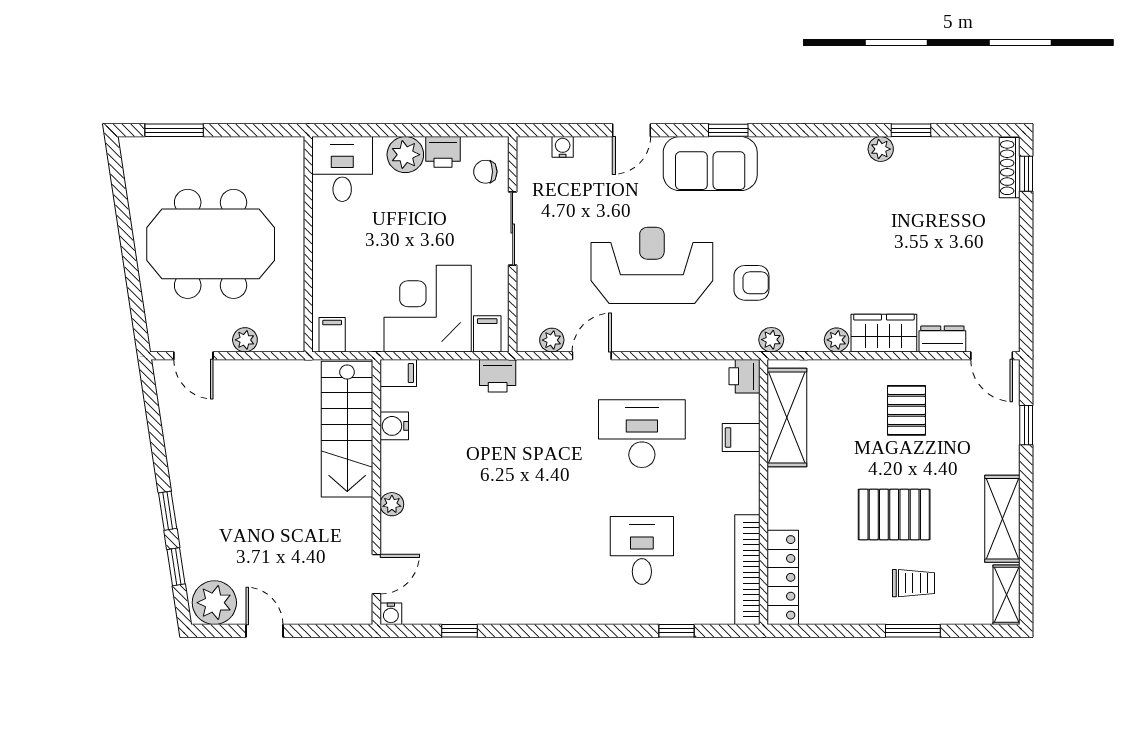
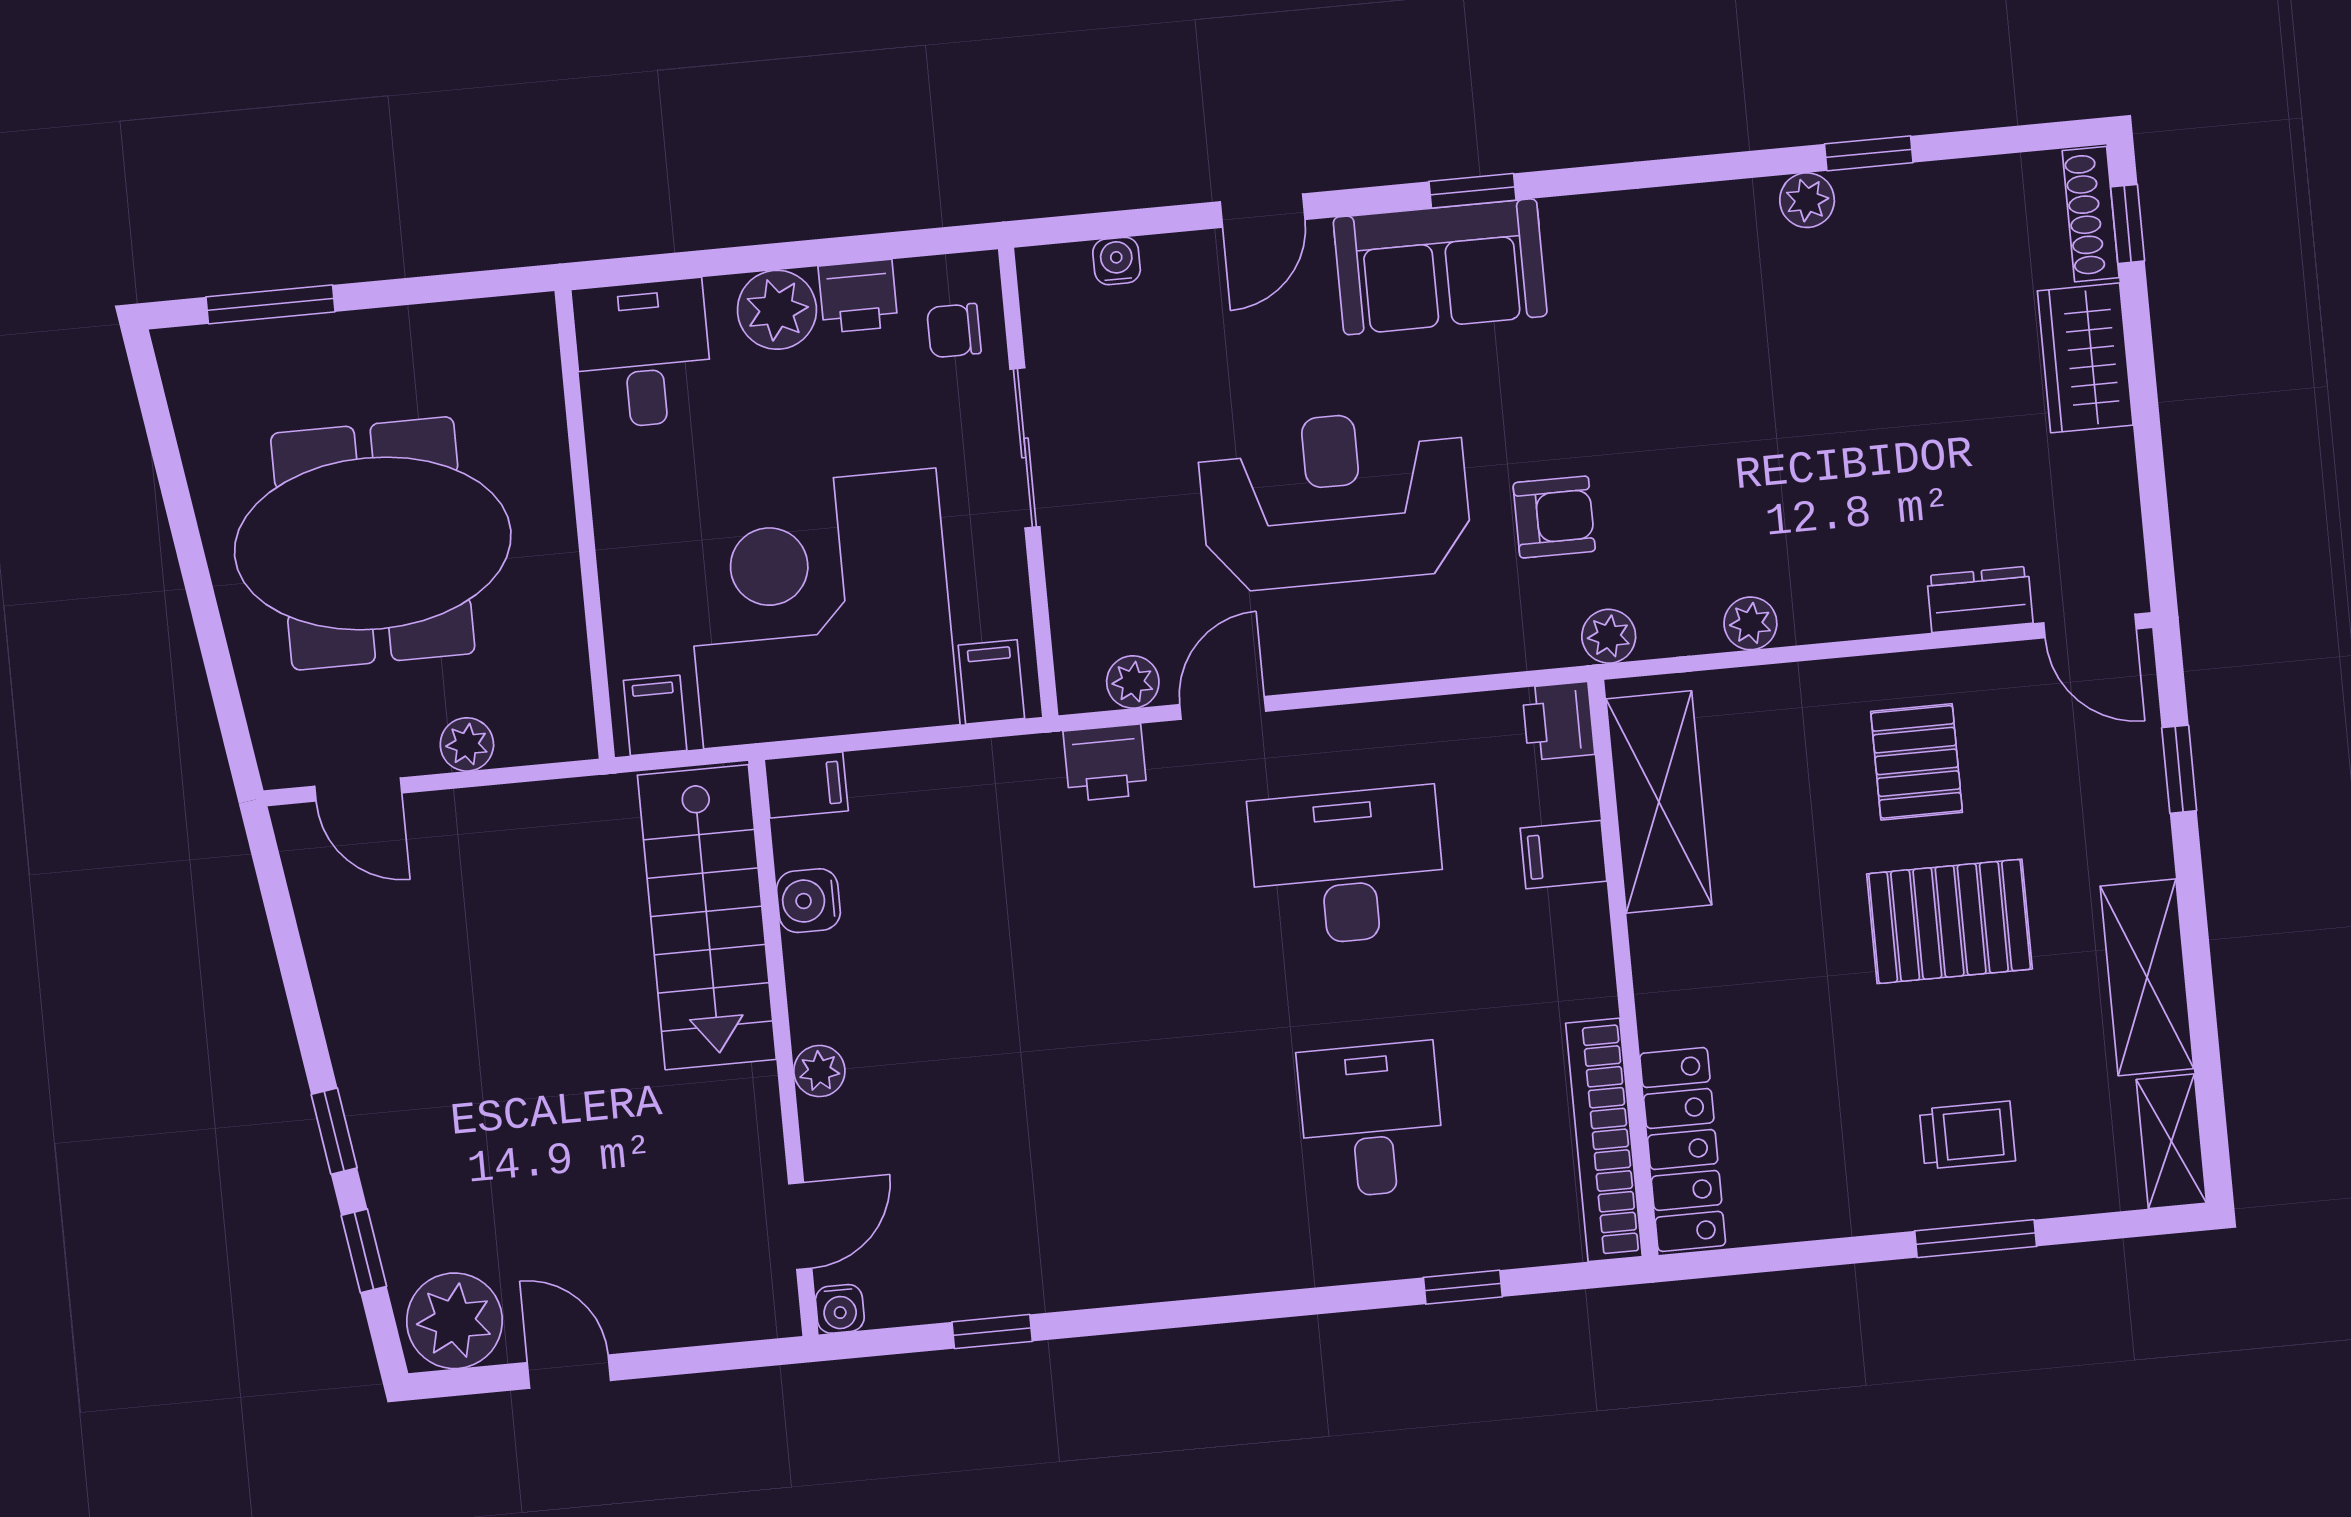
corner desk: (428, 309) -> (820, 608), width x1.36, depth x1.36
wardrobe: (884, 333) -> (2085, 358), moved, turned -90
printer: (498, 376) -> (1105, 763), moved
pallet: (894, 515) -> (1950, 921), moved

